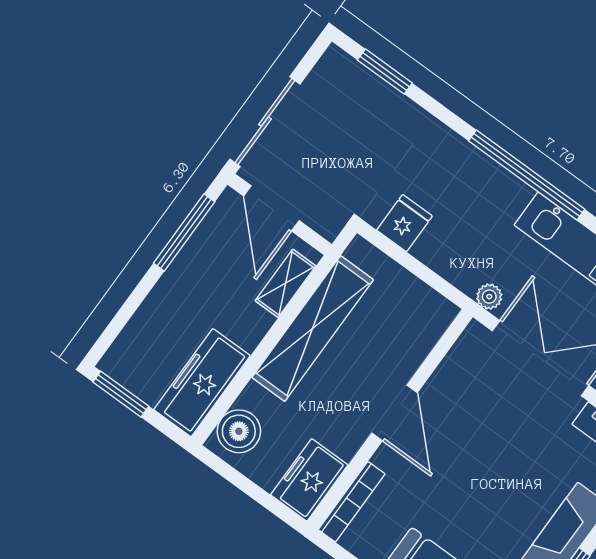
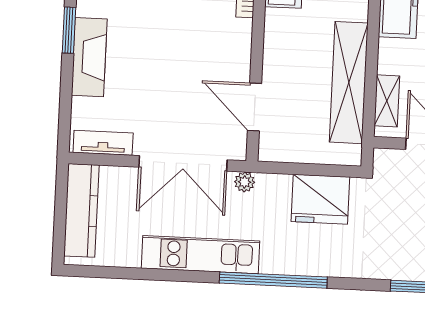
fridge: (404, 223) -> (320, 199), width x1.88, depth x1.34
door: (395, 413) -> (254, 107), moved

